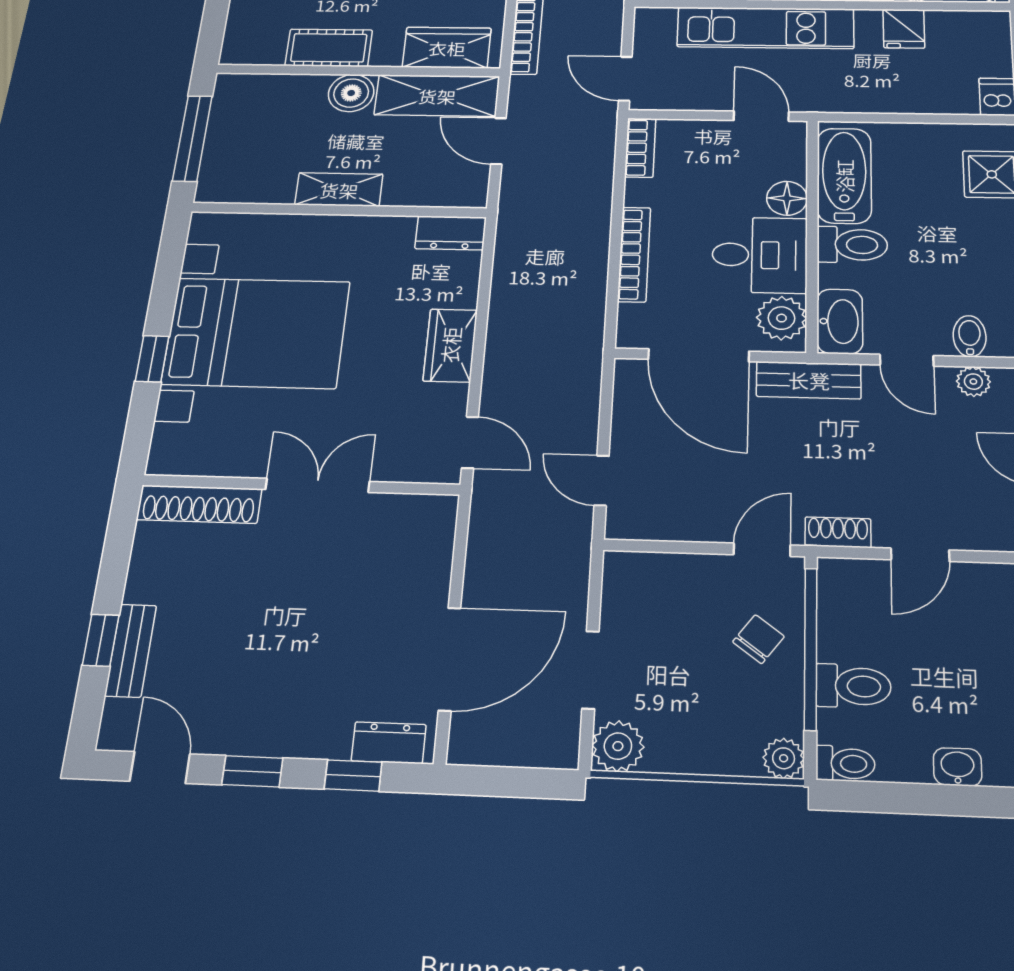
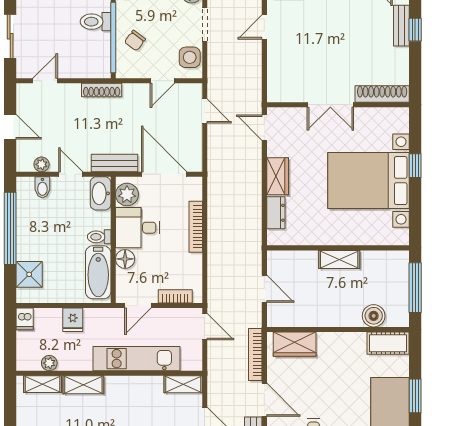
plant: (943, 22) -> (49, 363), added
fridge: (904, 29) -> (73, 320), moved, turned 180
cot: (329, 48) -> (388, 343), moved
boiler: (351, 93) -> (374, 316), moved
shelving: (437, 96) -> (297, 315), removed
door: (761, 116) -> (138, 306), hinge flipped
bookcase: (640, 148) -> (175, 296), moved, turned 90
dresser: (451, 233) -> (276, 213), moved, turned 90
toilet: (852, 245) -> (99, 237), width x0.73, depth x0.72
shoe rack: (838, 532) -> (102, 90), width x1.43
door: (762, 550) -> (162, 81), moved
door: (920, 555) -> (45, 81), moved
side table: (630, 597) -> (190, 57), added
door: (450, 659) -> (264, 27), width x0.53

